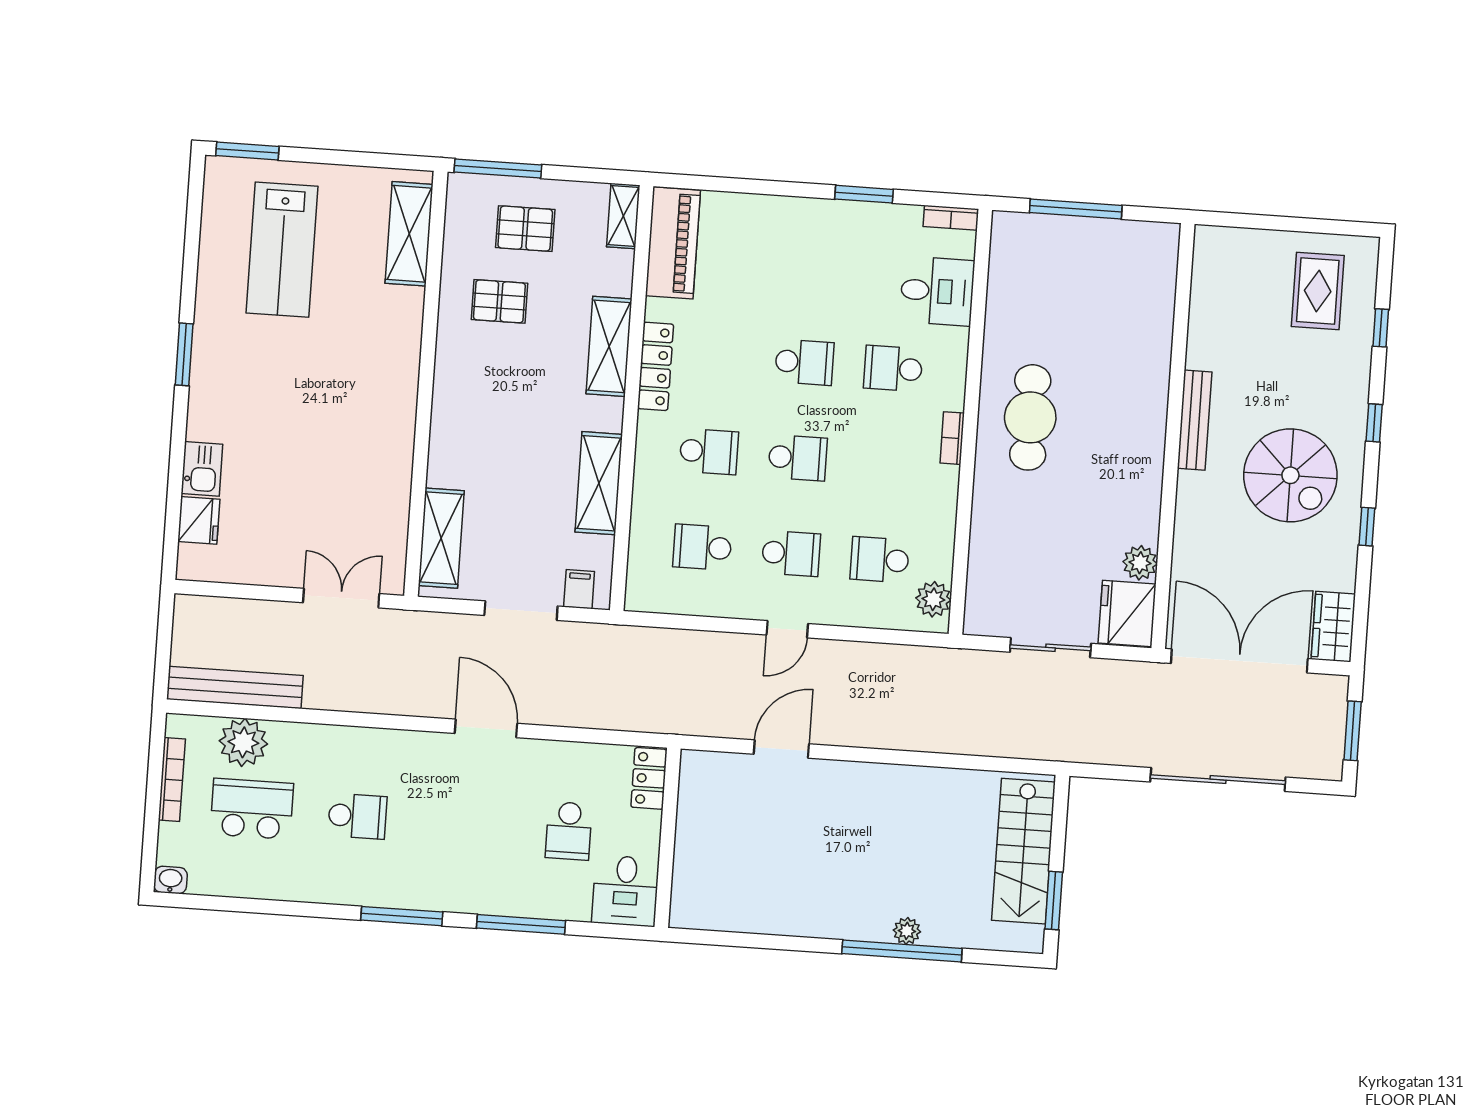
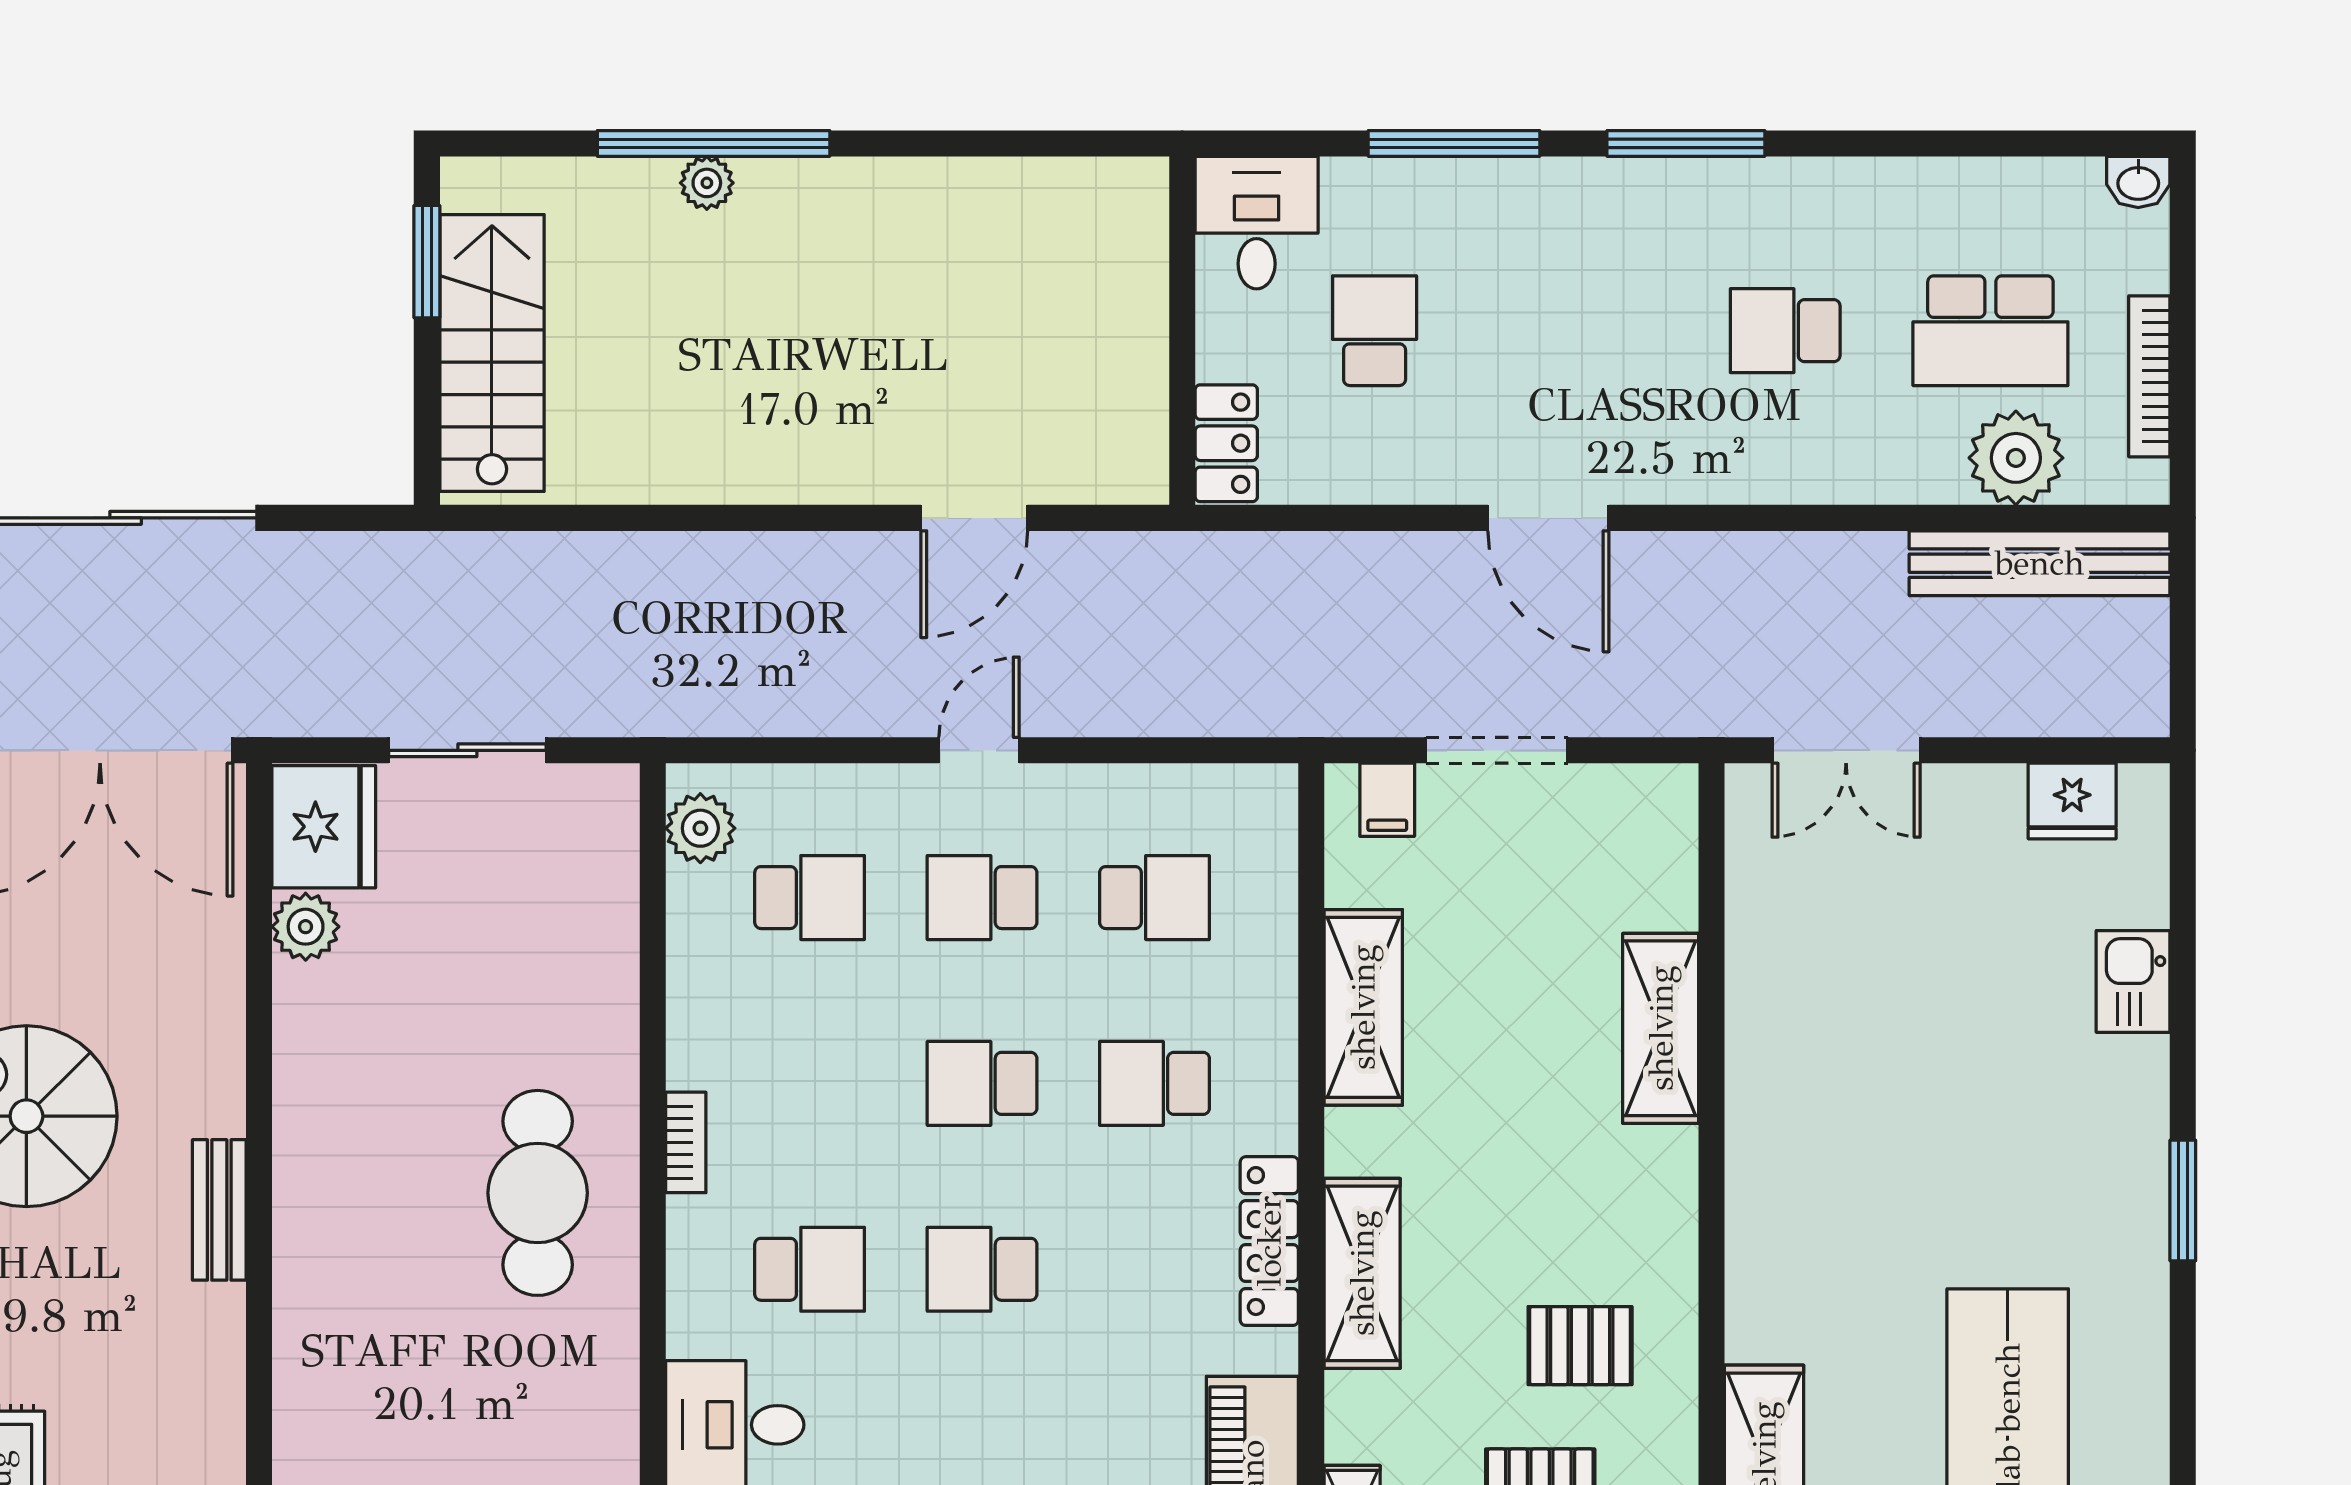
bench: (1195, 420) -> (219, 1210), width x0.73
fridge: (199, 520) -> (2072, 801), moved, turned -90
shelving: (441, 538) -> (1661, 1028), moved

